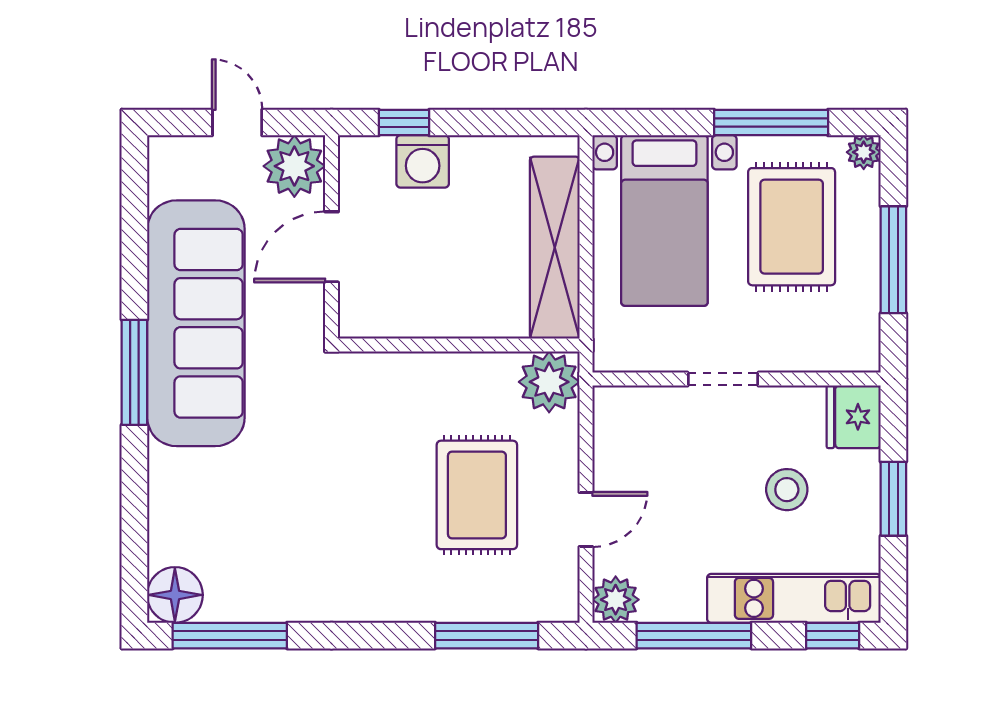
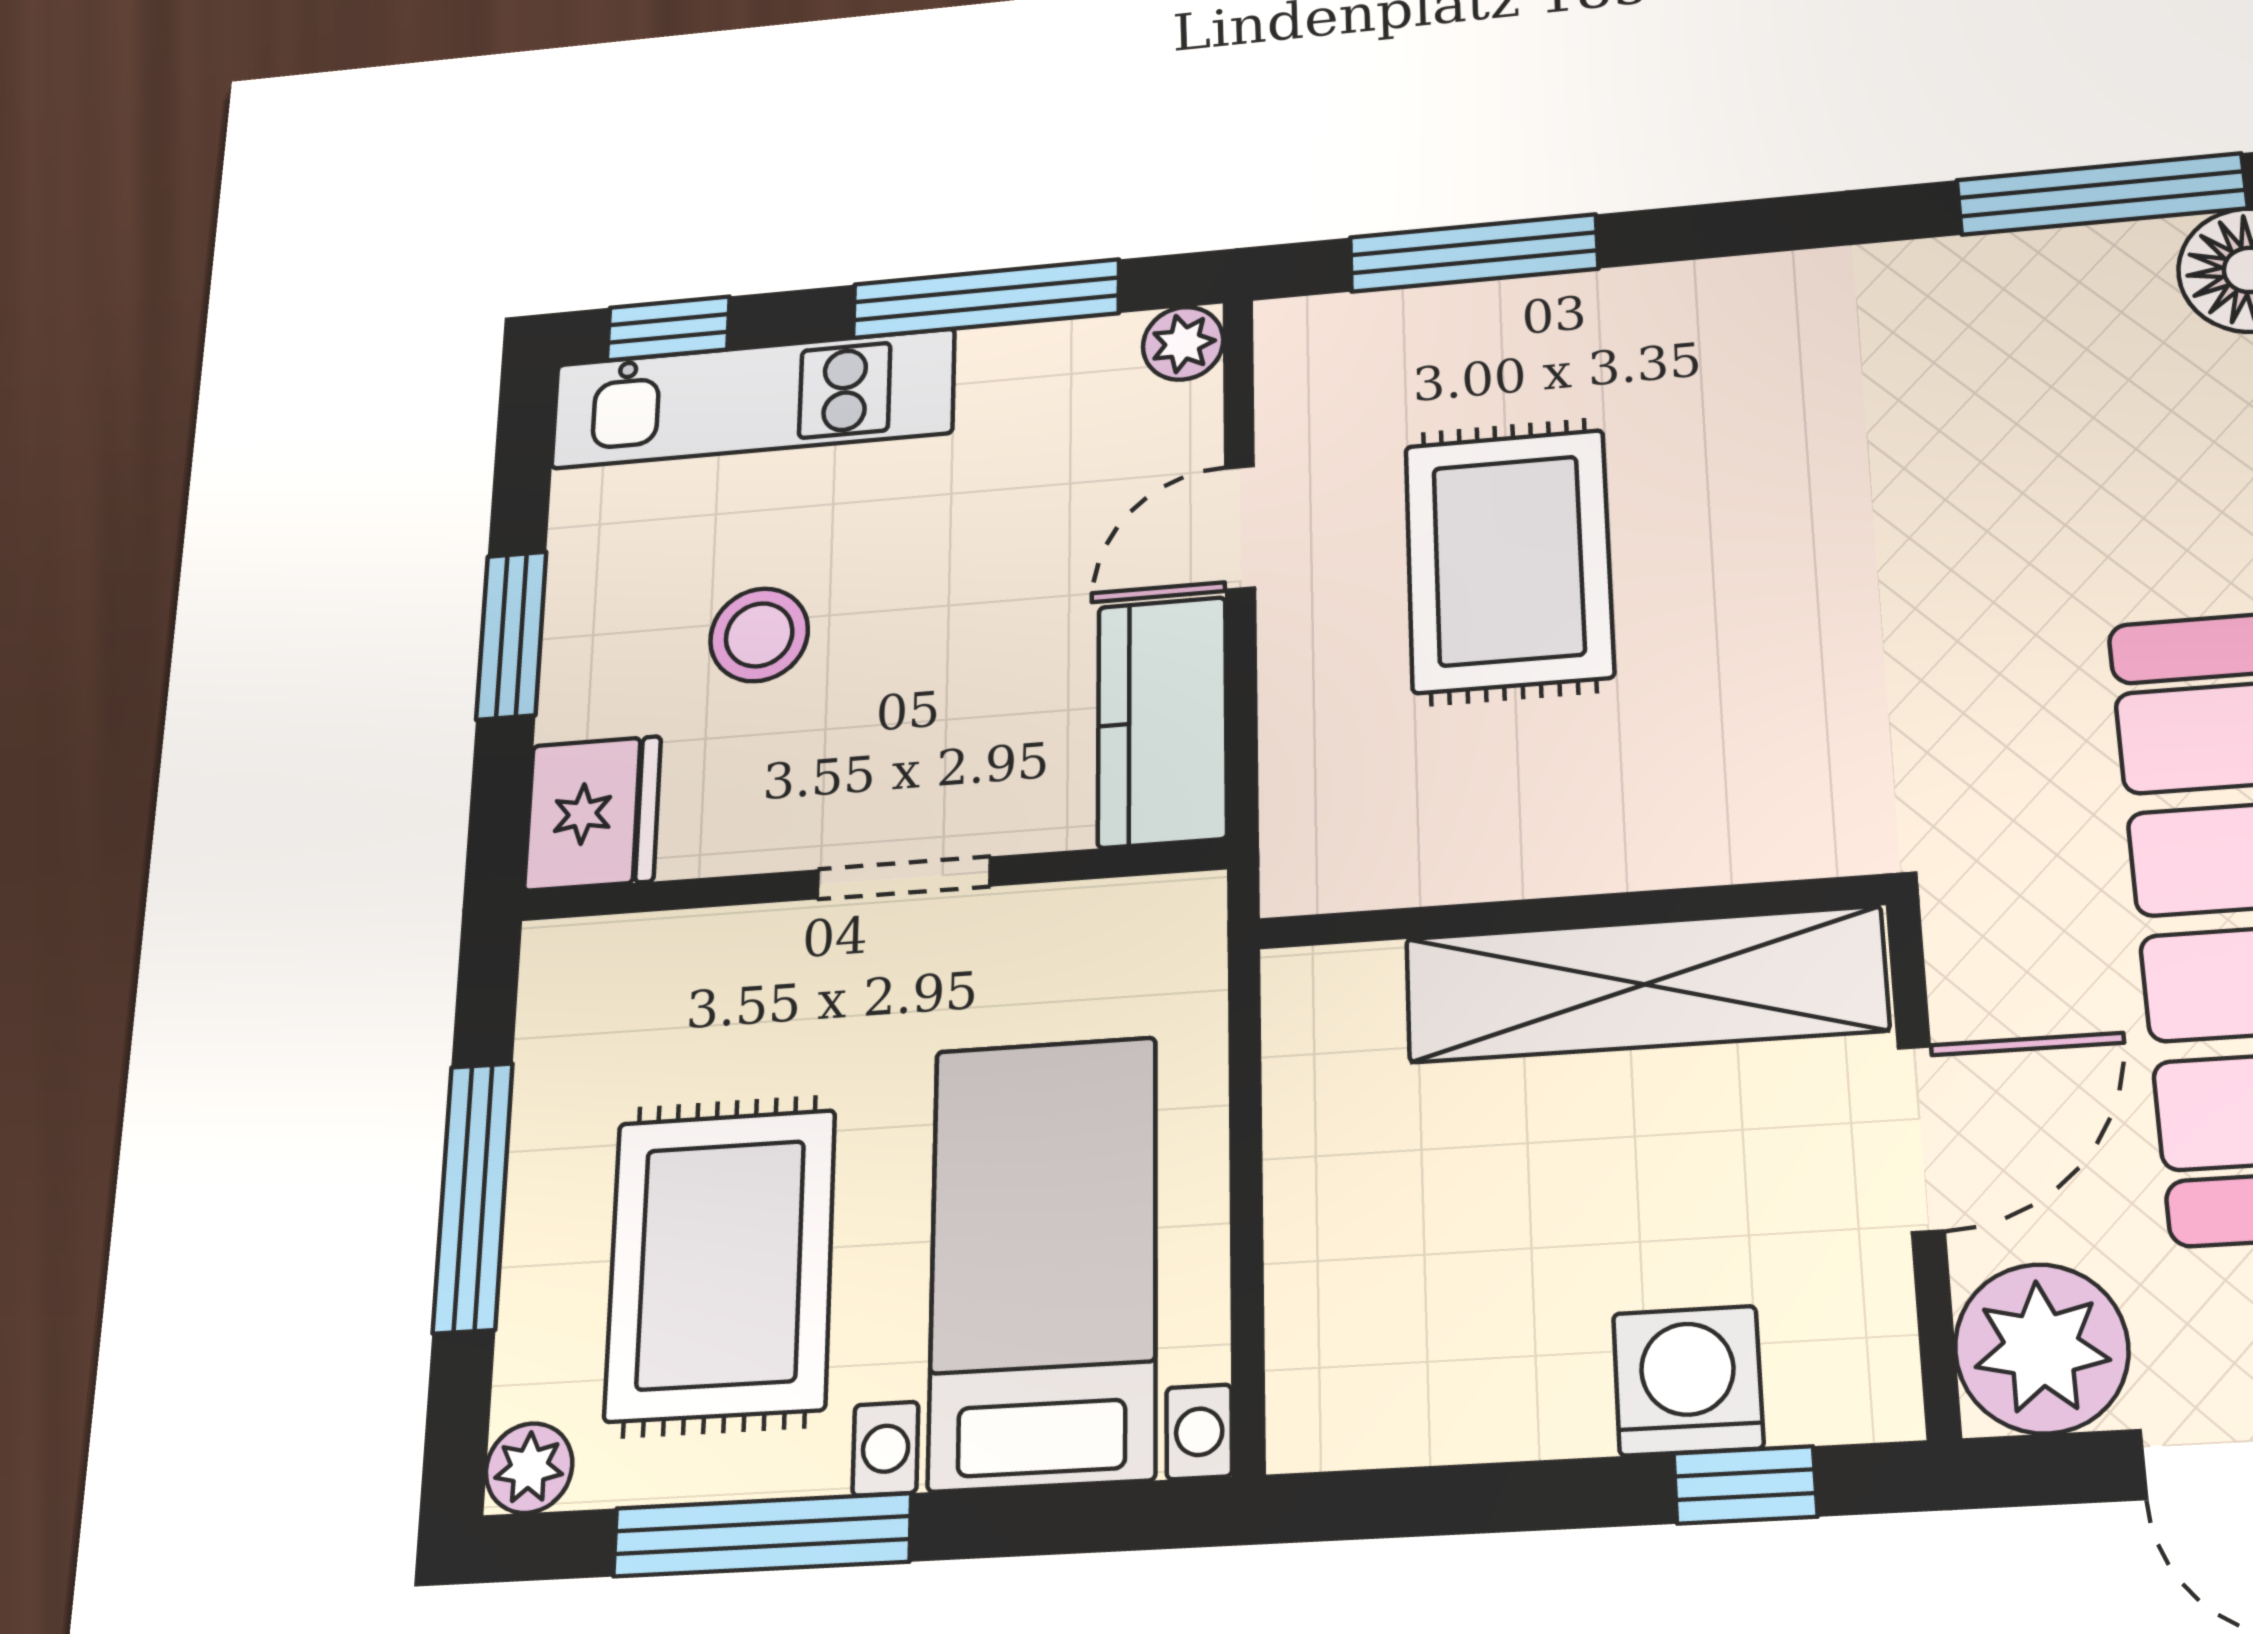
shelving: (555, 248) -> (1645, 984), moved, turned 90
plant: (549, 382) -> (1336, 839), removed
kitchen counter: (618, 437) -> (1162, 722), added
plant: (616, 600) -> (1183, 343), width x0.73, depth x0.73

